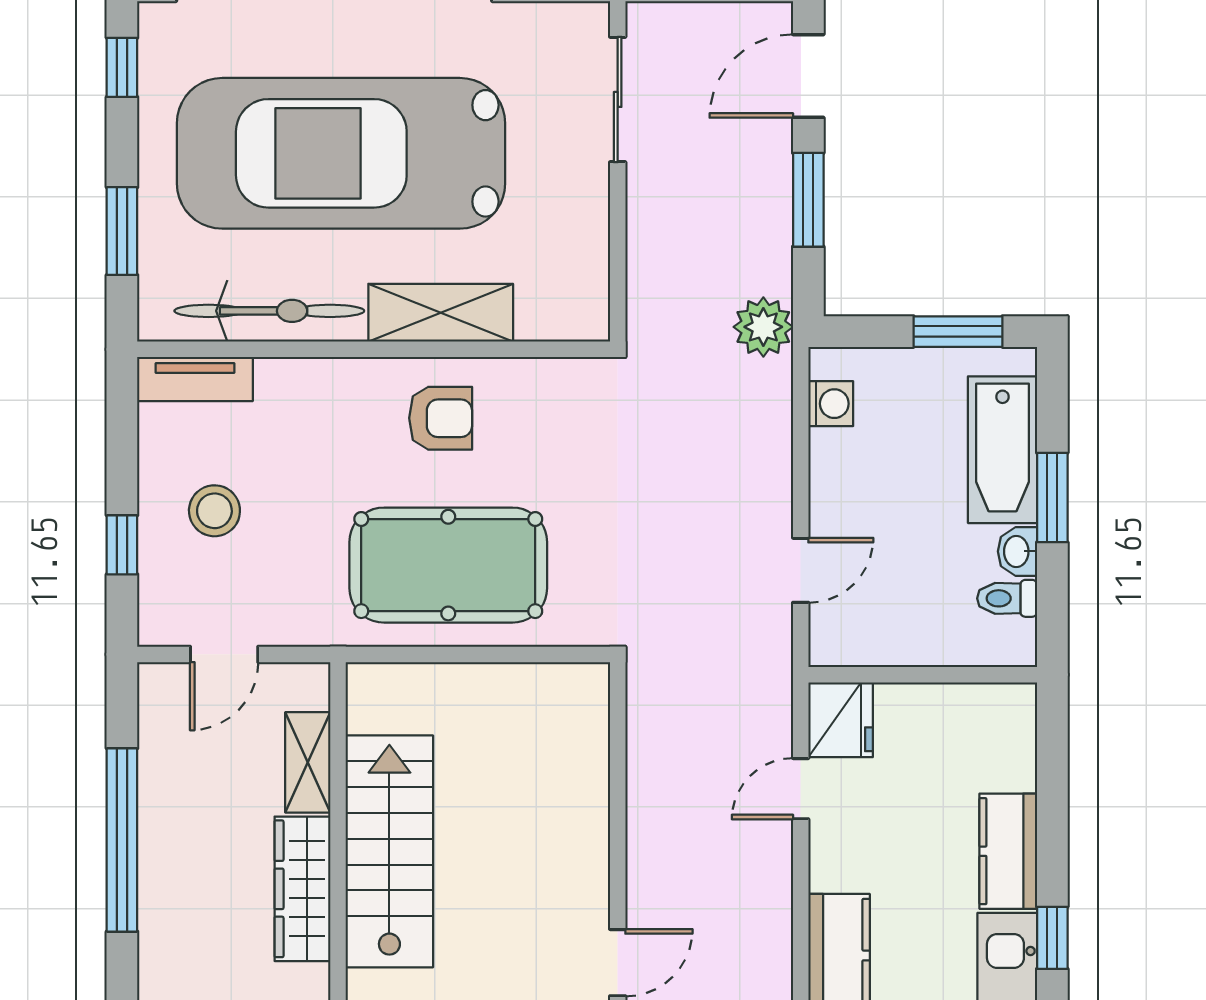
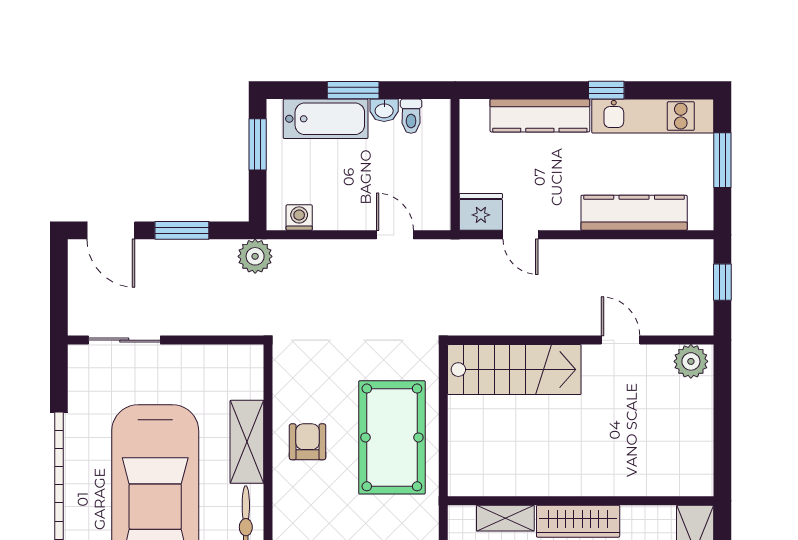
stairs: (389, 851) -> (514, 370), moved, turned 180
kitchen counter: (1008, 851) -> (540, 115), width x1.50

